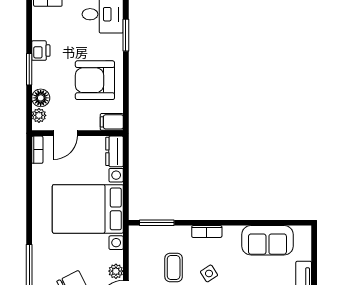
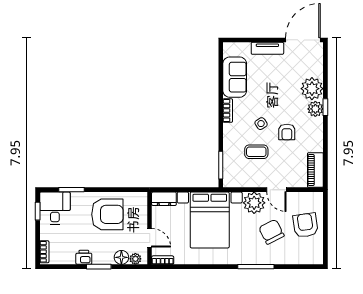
armchair: (95, 80) -> (107, 214), turned -90
filing cabinet: (112, 122) -> (141, 201), removed
bookcase: (207, 232) -> (228, 111), moved
plant: (116, 271) -> (254, 203), width x1.88, depth x1.88

